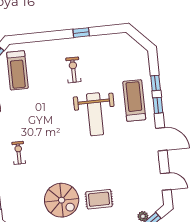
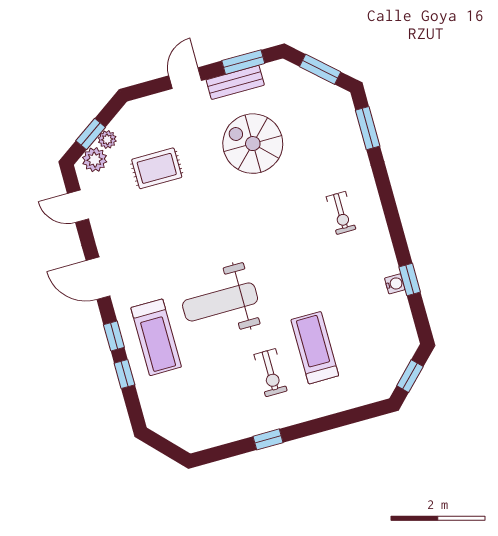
treadmill: (17, 70) -> (315, 348), moved
weight bench: (95, 114) -> (220, 302), turned -90
rug: (99, 199) -> (157, 168), moved
plant: (152, 206) -> (95, 160), added

